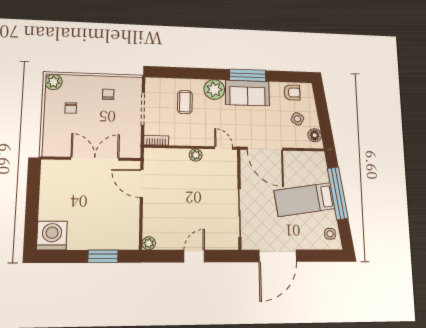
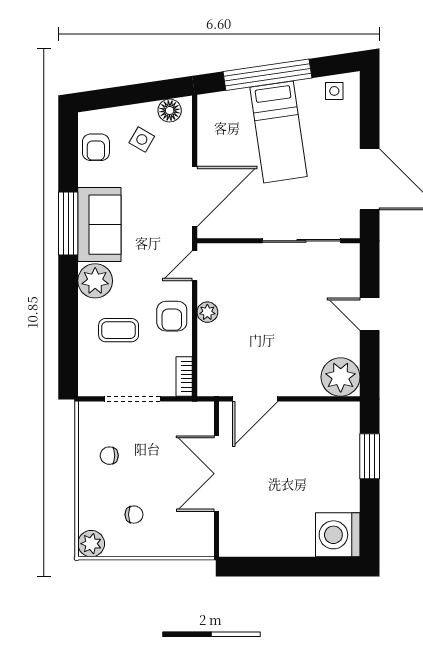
armchair: (292, 92) -> (96, 147), turned 180
armchair: (193, 134) -> (172, 316), added
plant: (149, 243) -> (341, 377), width x1.87, depth x1.87

